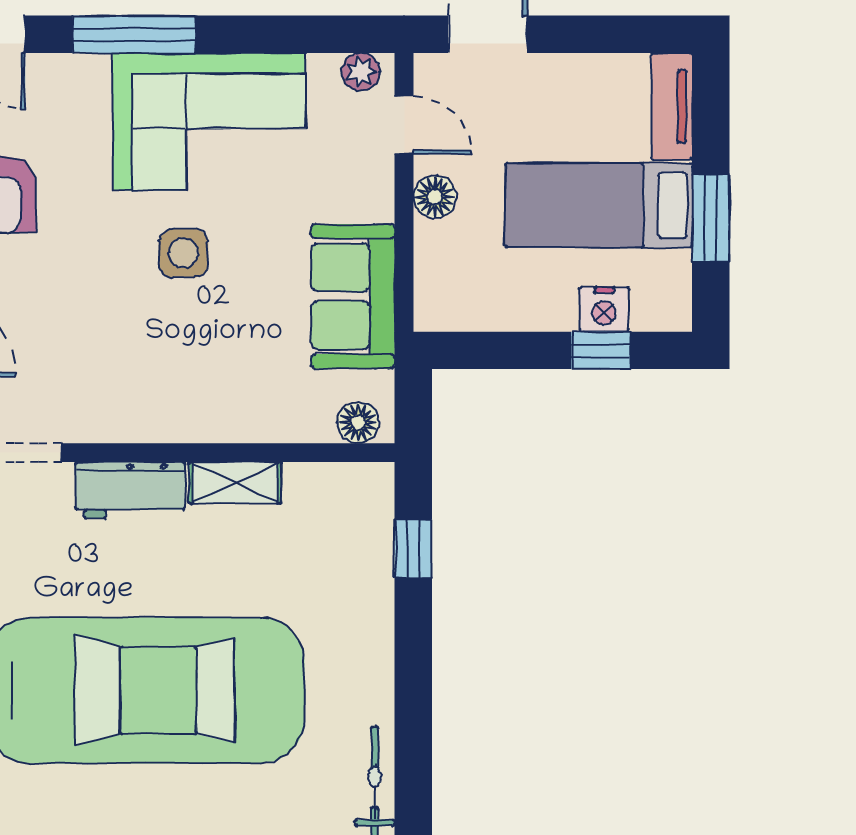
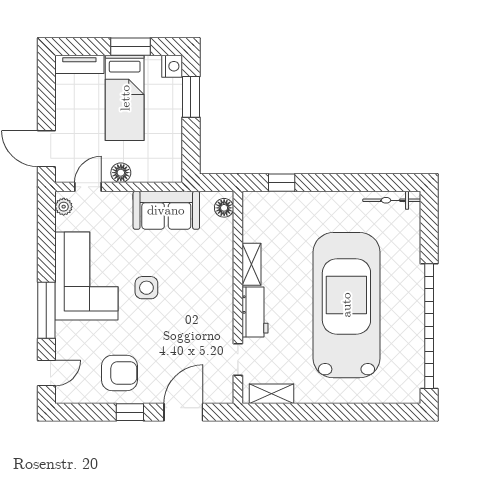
nightstand: (604, 309) -> (172, 66), moved
window: (601, 350) -> (191, 97), width x1.50

